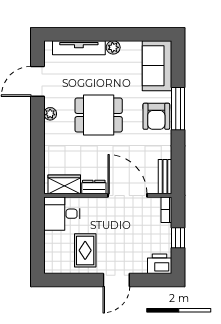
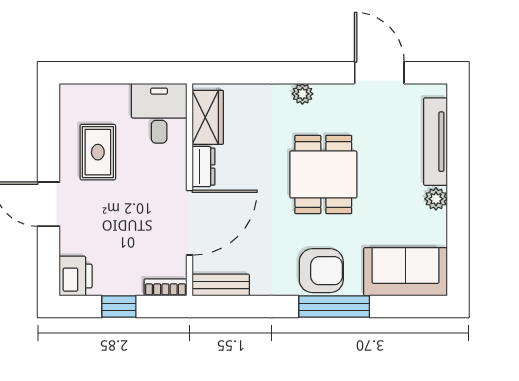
plant: (50, 114) -> (302, 94), moved
armchair: (156, 116) -> (321, 271), turned 180
rug: (85, 250) -> (98, 152), turned 90

